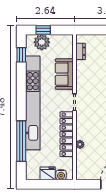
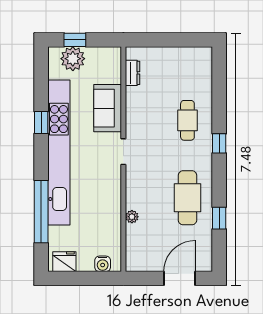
window: (21, 55) -> (41, 122), moved
locker: (67, 134) -> (111, 201), removed
fridge: (48, 173) -> (64, 262), moved

